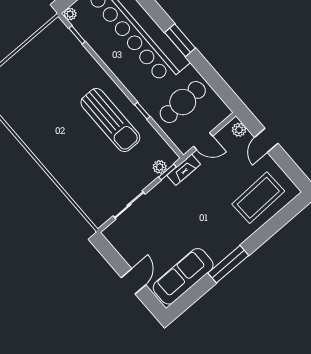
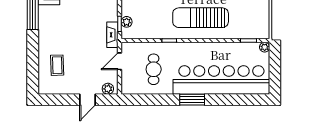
cafe table: (183, 102) -> (154, 69), width x0.73, depth x0.74
sun lounger: (110, 120) -> (201, 18), moved
door: (266, 140) -> (88, 100), swing flipped
coffee table: (258, 198) -> (57, 65), width x0.54, depth x0.58

